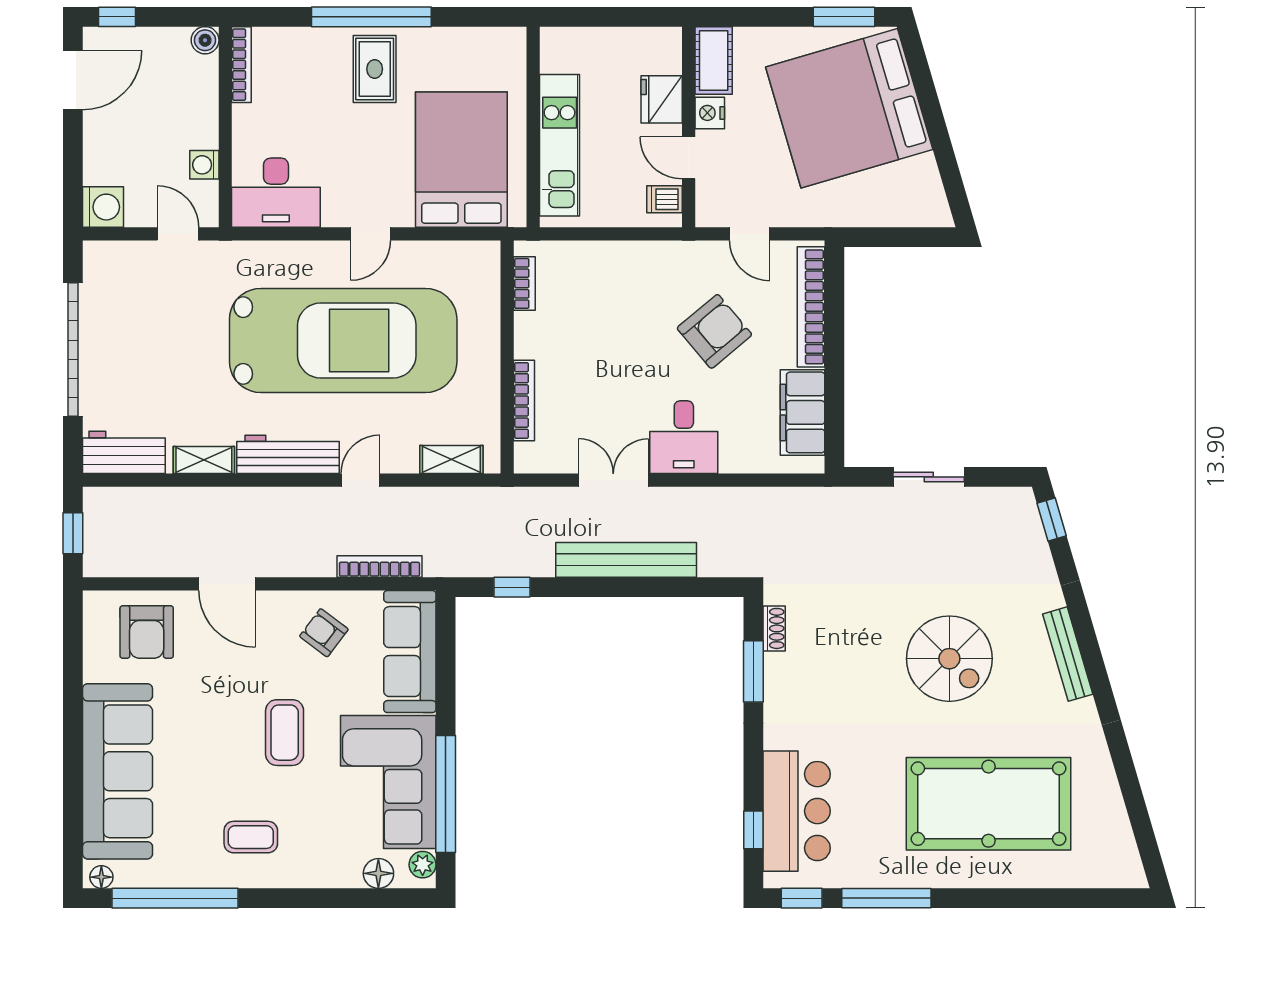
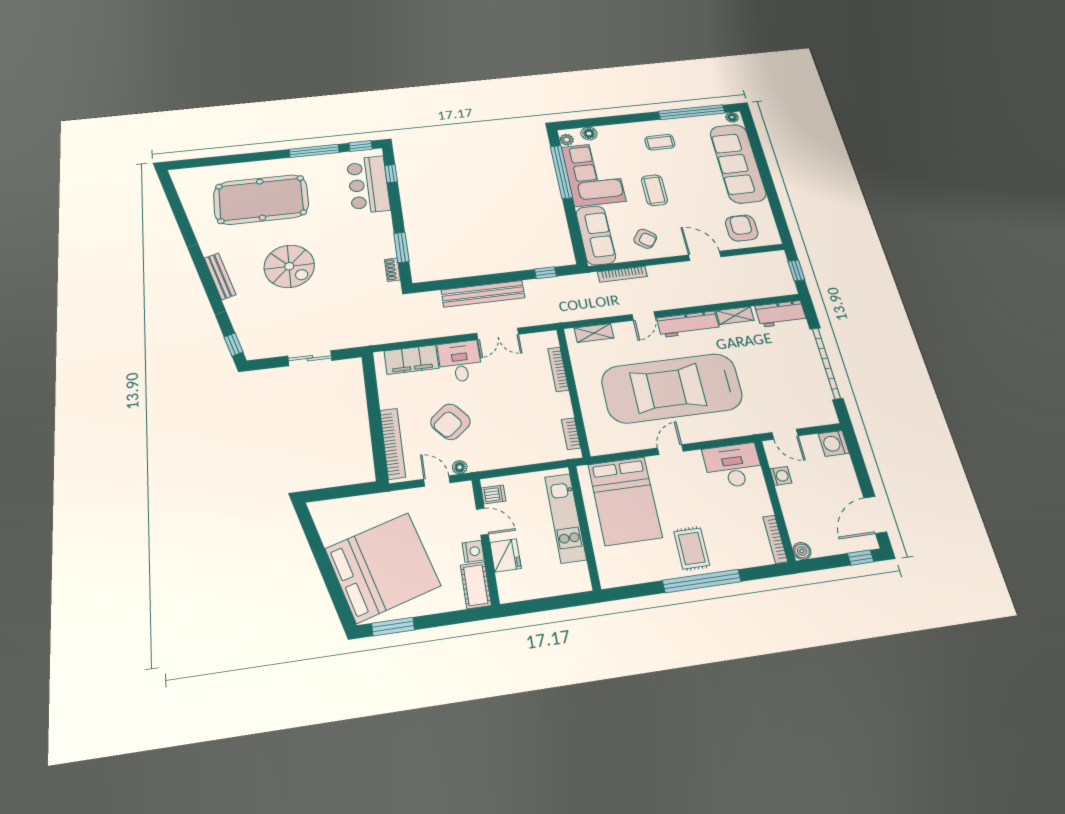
floor lamp: (711, 252) -> (460, 467), added
filing cabinet: (803, 412) -> (411, 360), moved, turned 90
spiral stairs: (949, 659) -> (289, 266), turned 180

